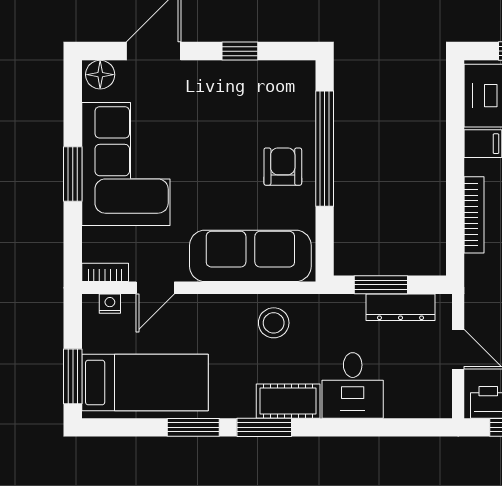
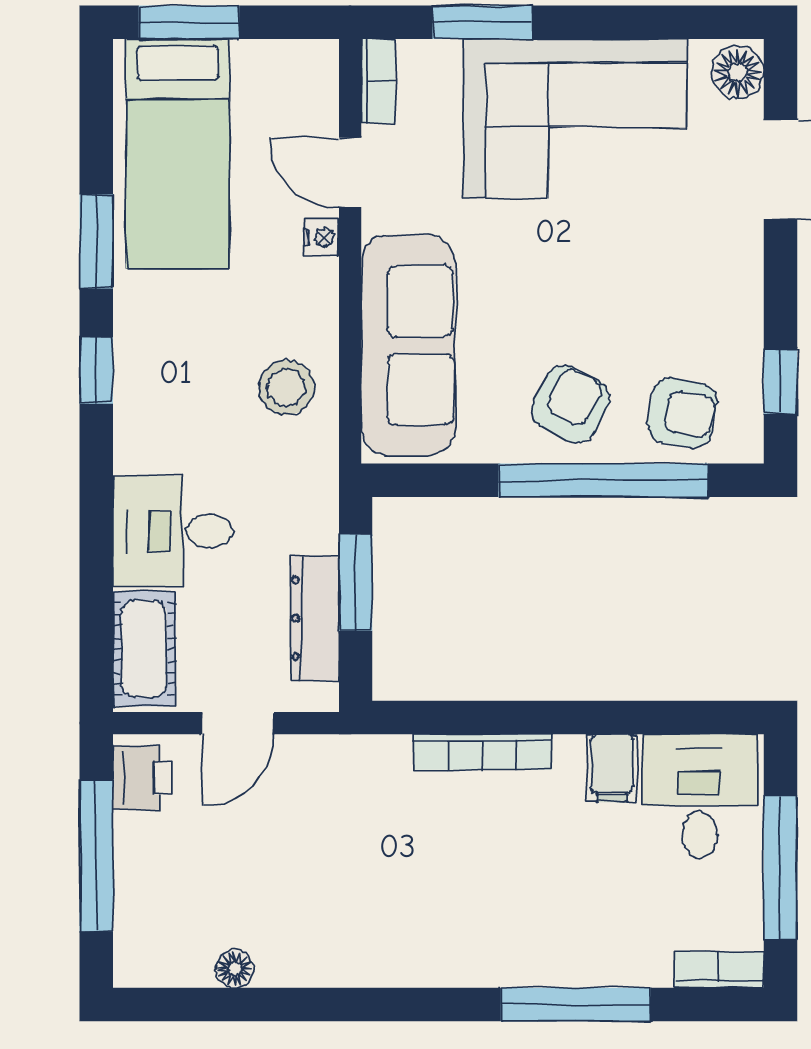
window: (240, 51) -> (780, 381), moved
armchair: (288, 105) -> (682, 413), added
armchair: (283, 167) -> (570, 404), turned -62
window: (73, 174) -> (483, 22), moved
nightstand: (110, 304) -> (321, 237), moved
cot: (288, 401) -> (144, 649), moved
window: (264, 427) -> (96, 370), width x0.67

